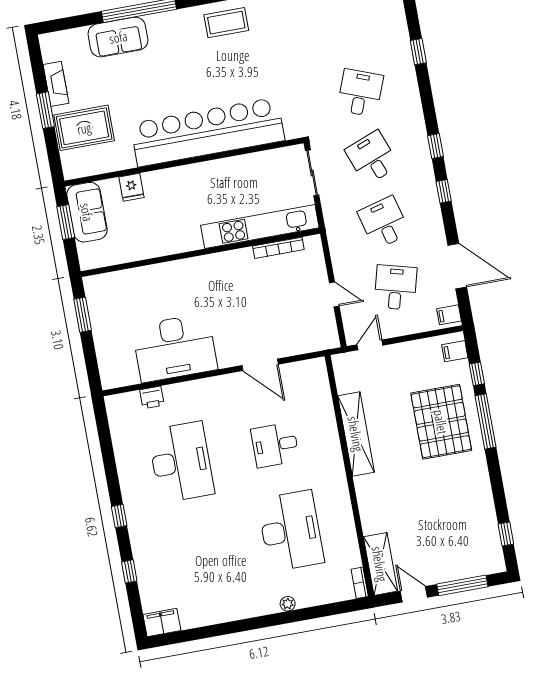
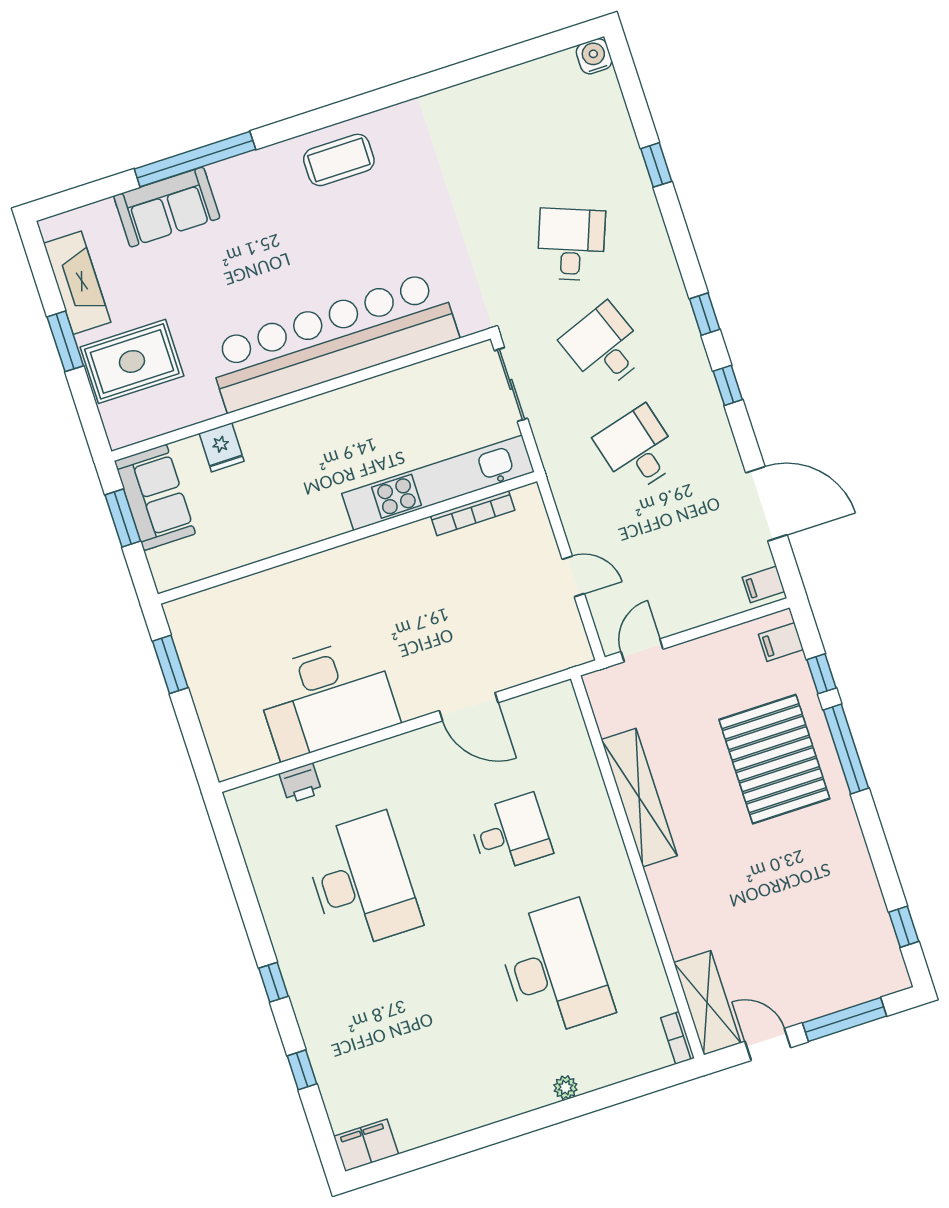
fireplace: (56, 84) -> (77, 283), width x1.37, depth x1.32
desk: (396, 287) -> (671, 552), removed
desk: (275, 445) -> (510, 833), turned 180

